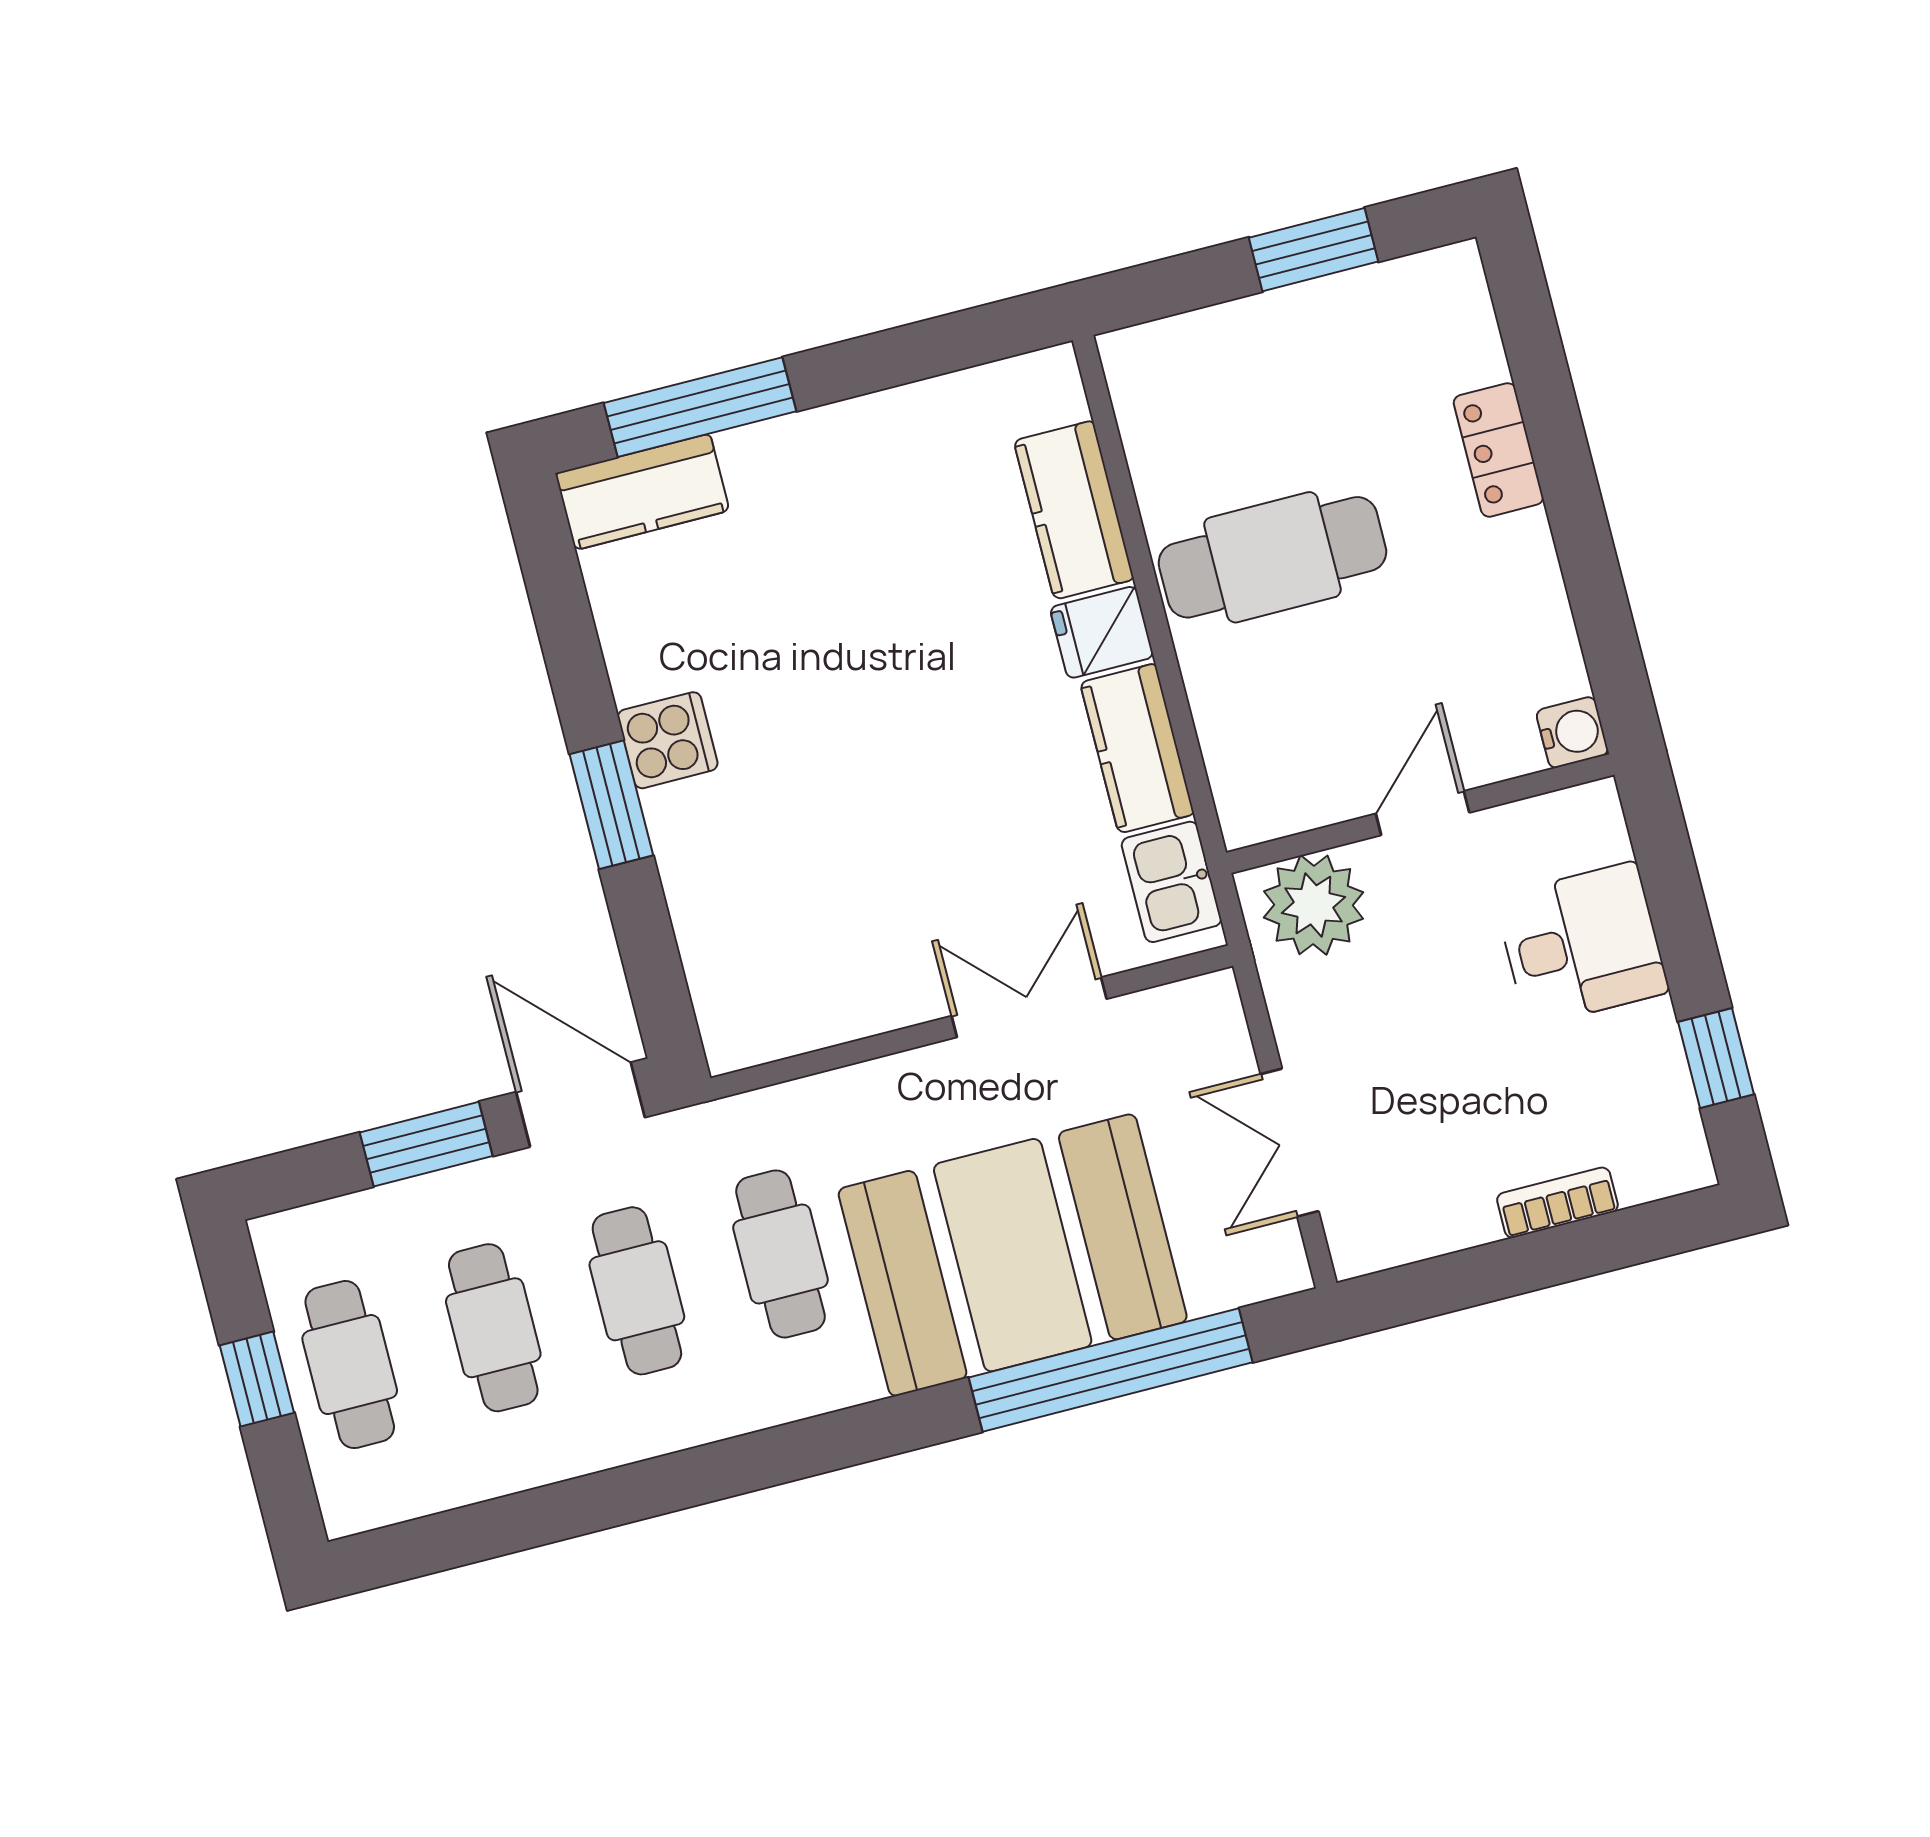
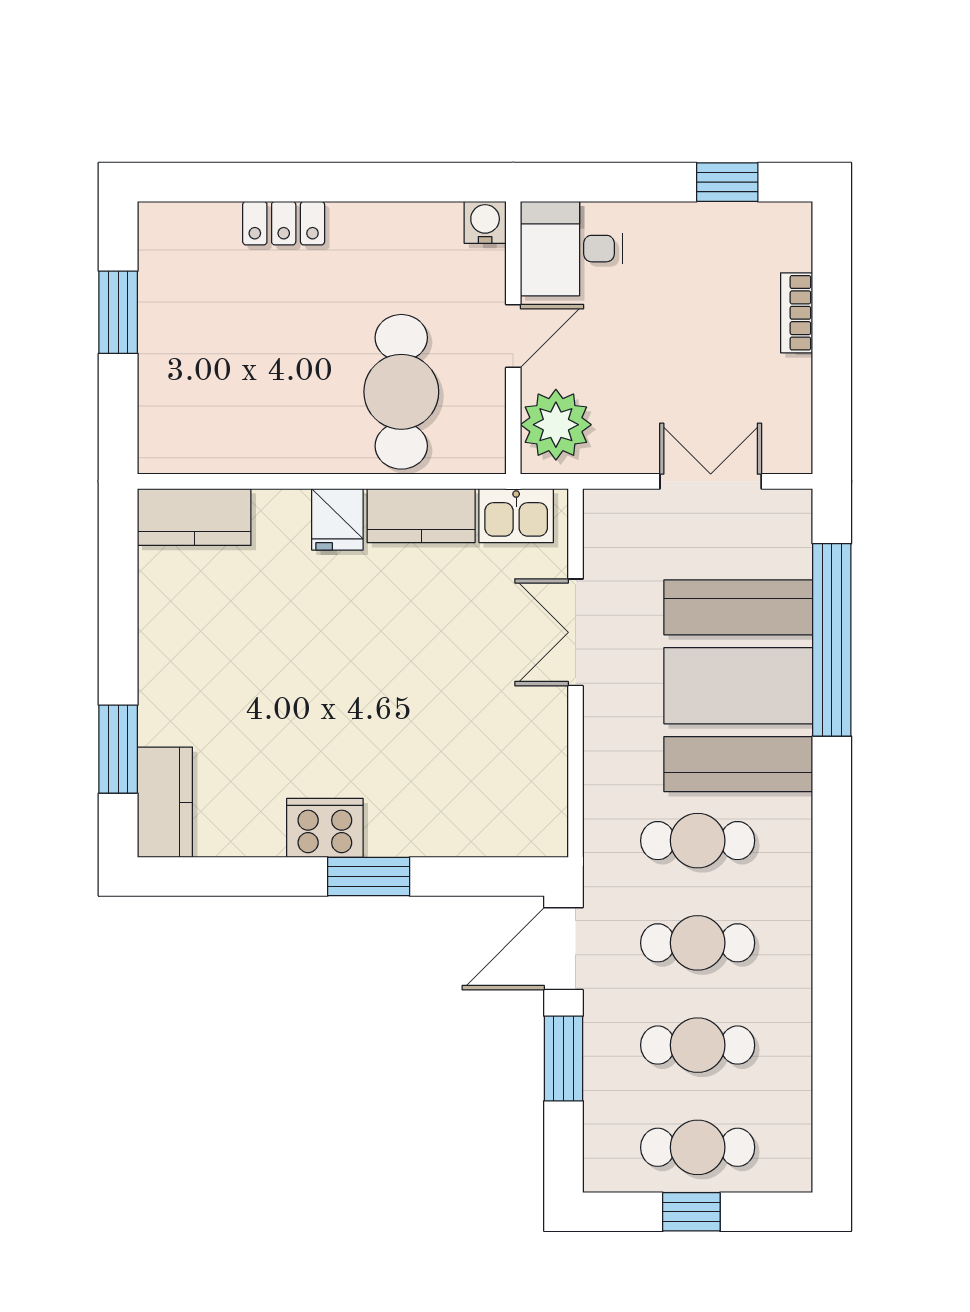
window: (700, 407) -> (118, 749), width x0.69
kitchen counter: (1074, 510) -> (194, 517), moved
cafe table: (1272, 557) -> (401, 392), moved
cooker: (668, 740) -> (325, 828), width x1.36
door: (1423, 813) -> (513, 336), swing flipped
desk: (1582, 944) -> (571, 249), moved, turned -90
double door: (1290, 1143) -> (711, 481), swing flipped

